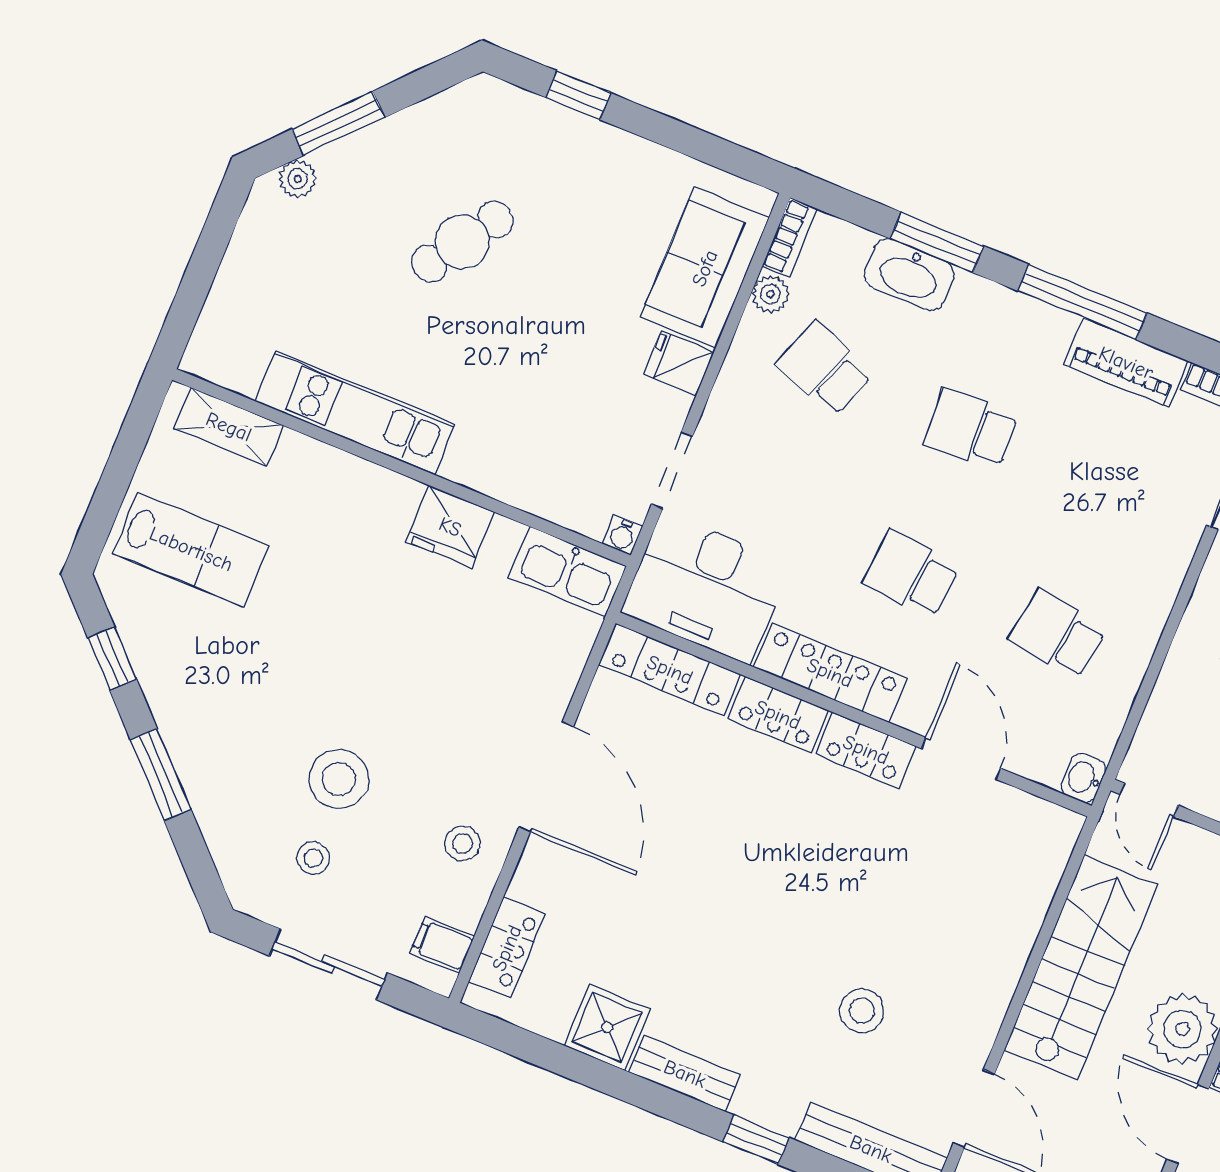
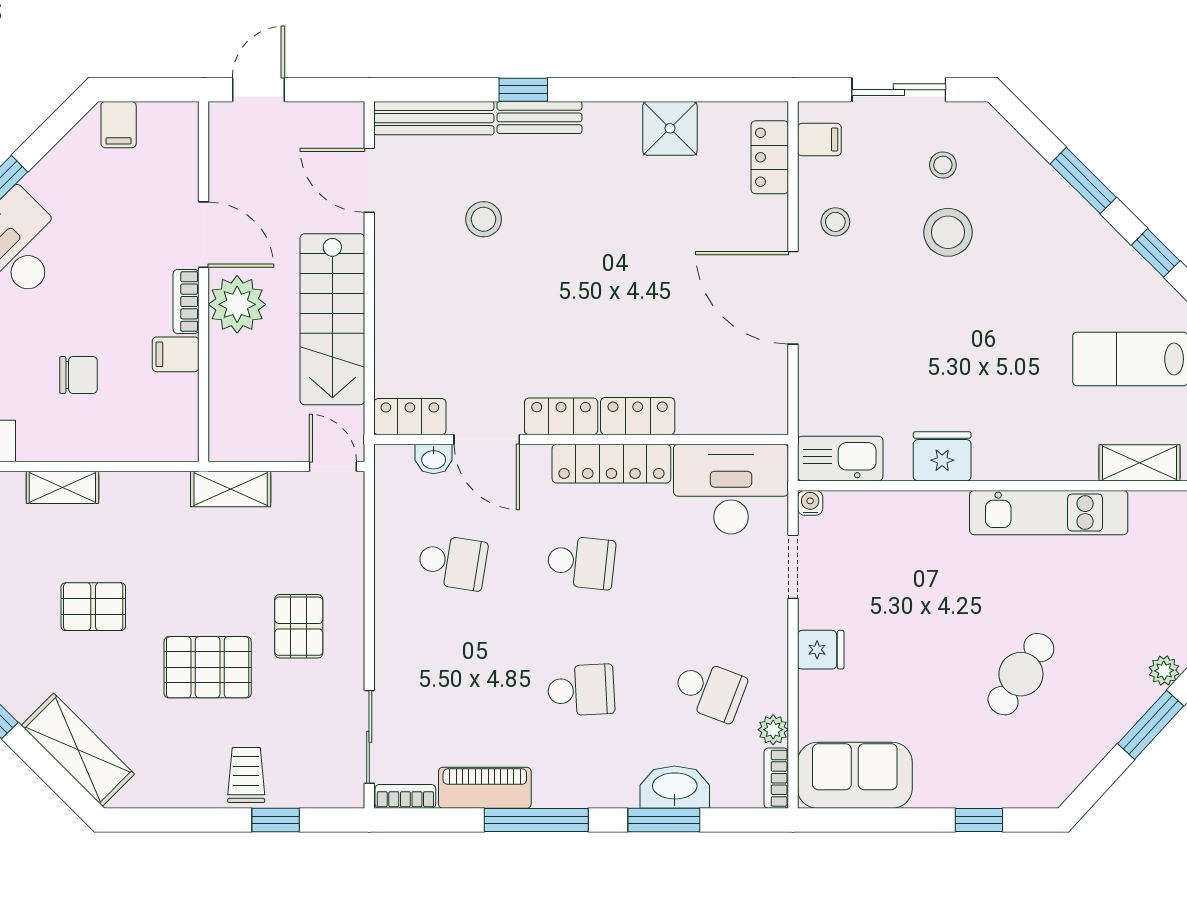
sofa: (705, 268) -> (855, 775), moved, turned -90
locker: (670, 670) -> (410, 417), moved, width x0.66
washbasin: (1083, 778) -> (434, 459), moved, turned 90
bench: (685, 1074) -> (539, 117), moved

